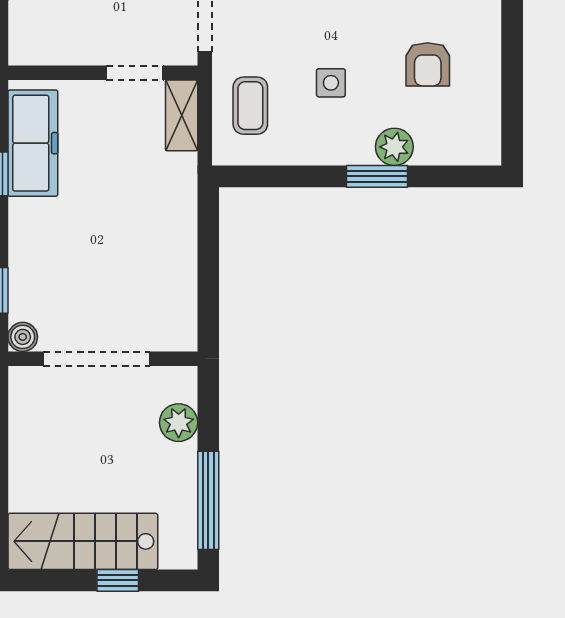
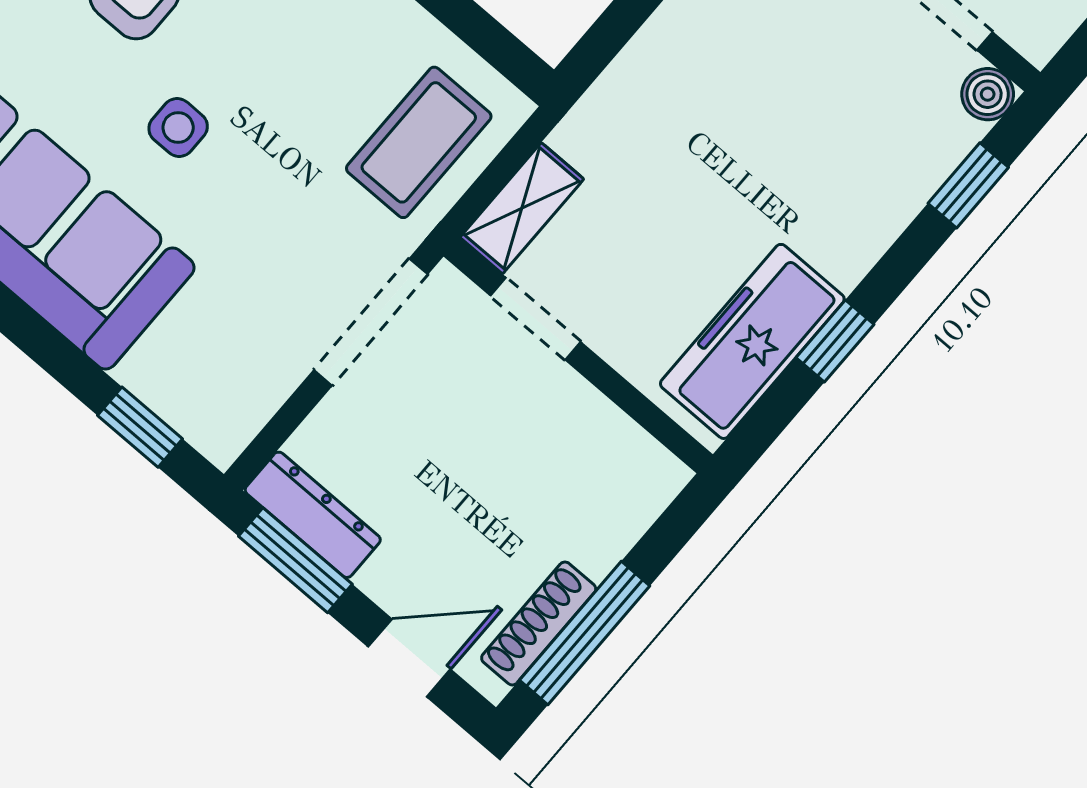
side table: (331, 83) -> (178, 127), moved
coffee table: (250, 106) -> (419, 142), width x1.36, depth x1.30

